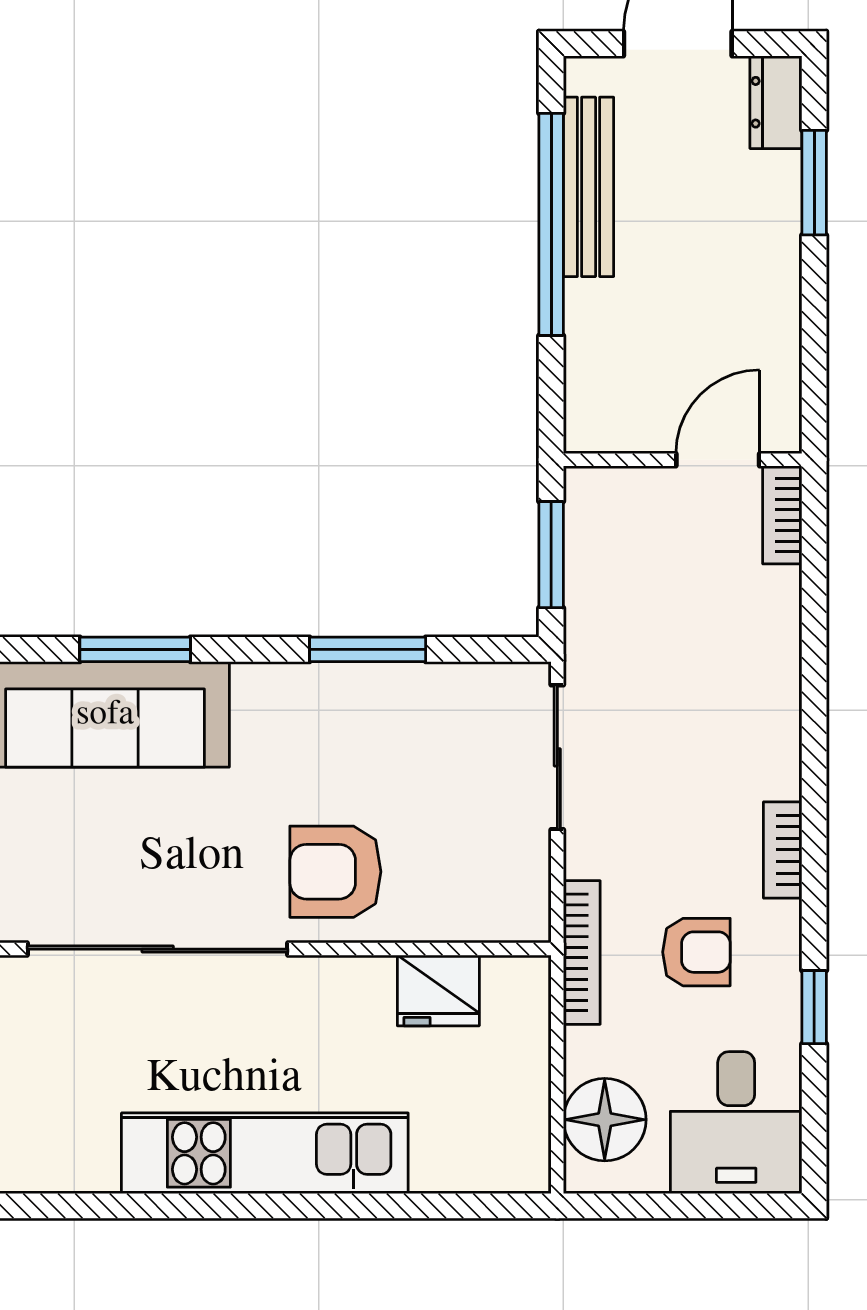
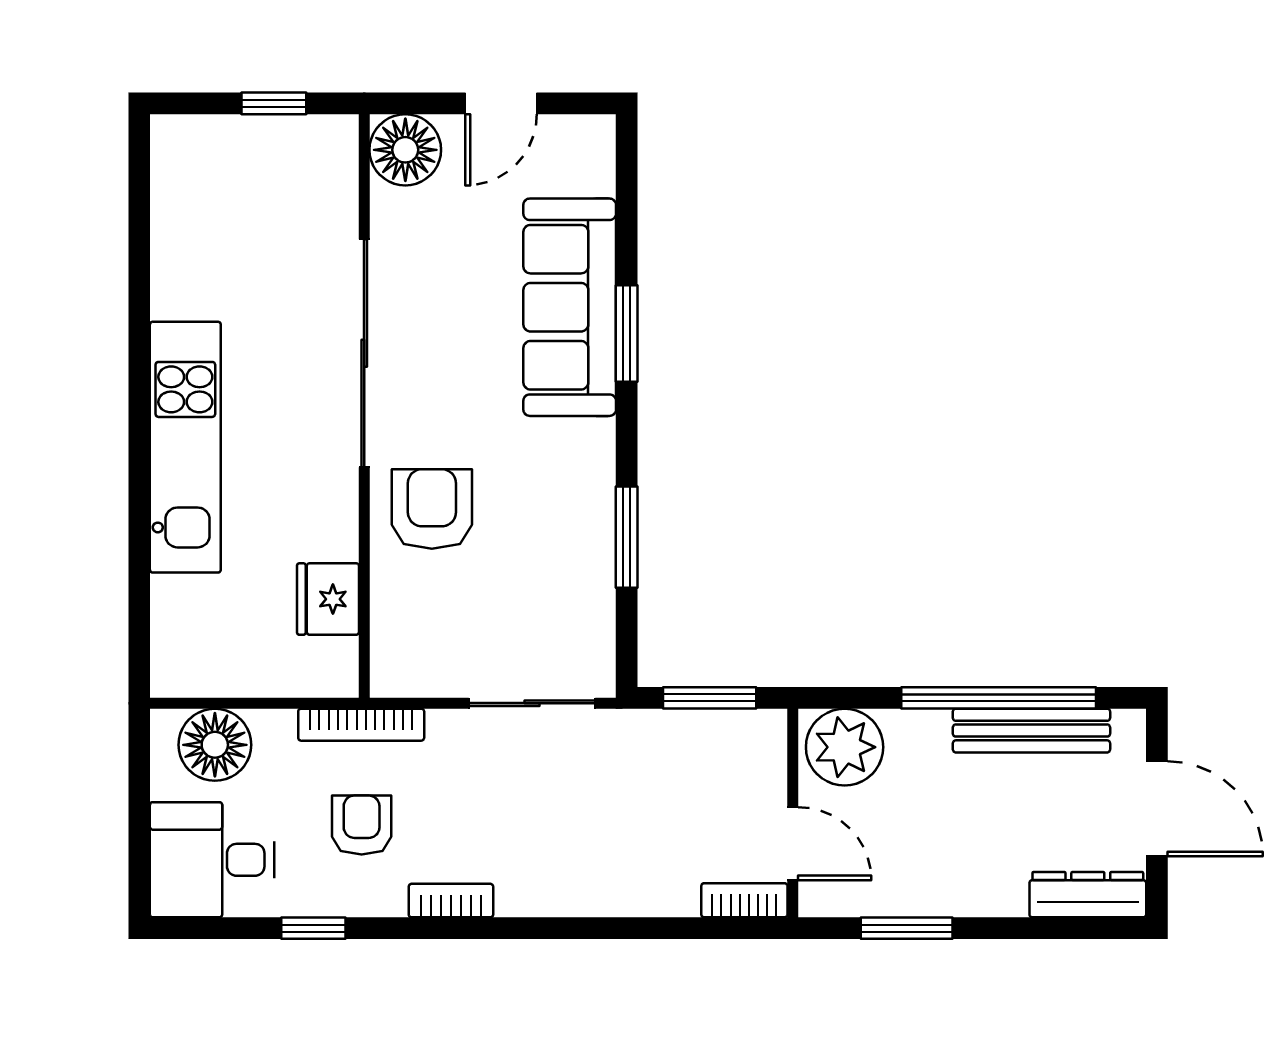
dresser: (776, 102) -> (1088, 895), width x1.44
window: (814, 183) -> (907, 928), moved
plant: (607, 400) -> (845, 747), added
armchair: (696, 952) -> (362, 825), turned 180

